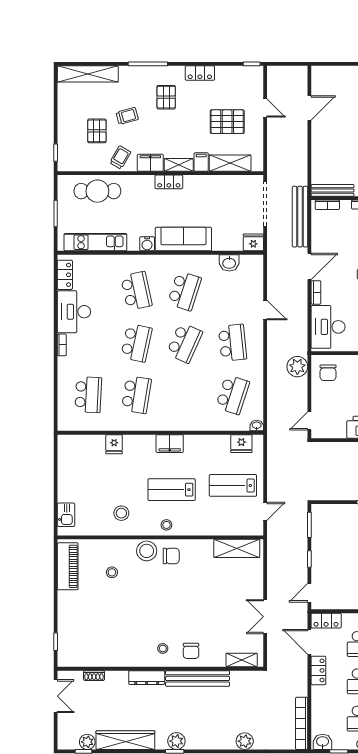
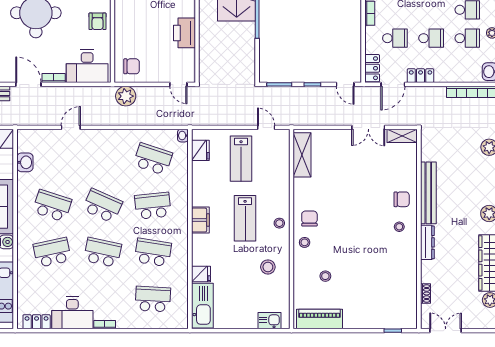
school desk: (233, 343) -> (153, 206), moved
kitchen sink: (82, 446) -> (202, 306), added
stool: (147, 551) -> (305, 242), width x0.53, depth x0.53
shelving: (242, 660) -> (402, 136), moved, turned 90

